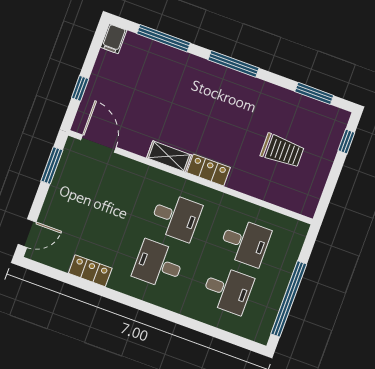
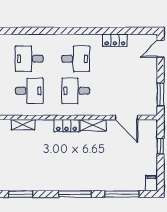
door: (98, 144) -> (126, 117), moved
trolley: (282, 151) -> (27, 153), removed
shelving: (273, 195) -> (23, 125), added
desk: (245, 242) -> (29, 91), turned 180

